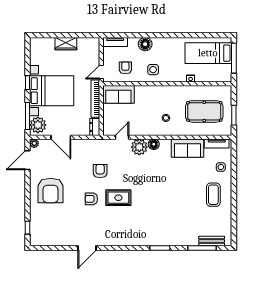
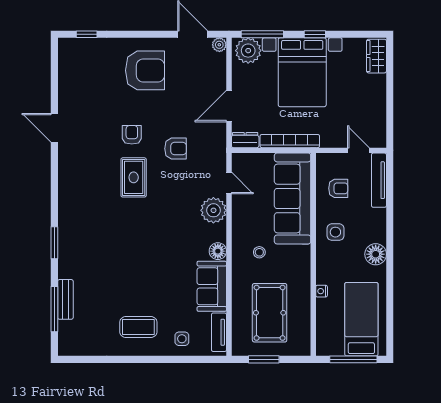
tv unit: (115, 42) -> (379, 180), width x1.41
wardrobe: (66, 44) -> (377, 56), moved
floor lamp: (145, 44) -> (376, 254), moved
door: (101, 72) -> (358, 150), moved
sofa: (118, 94) -> (293, 198), width x1.85, depth x1.27
door: (61, 137) -> (229, 106), moved
floor lamp: (154, 144) -> (218, 251), moved
armchair: (51, 190) -> (145, 70), turned 180
bench: (212, 241) -> (65, 299), moved

